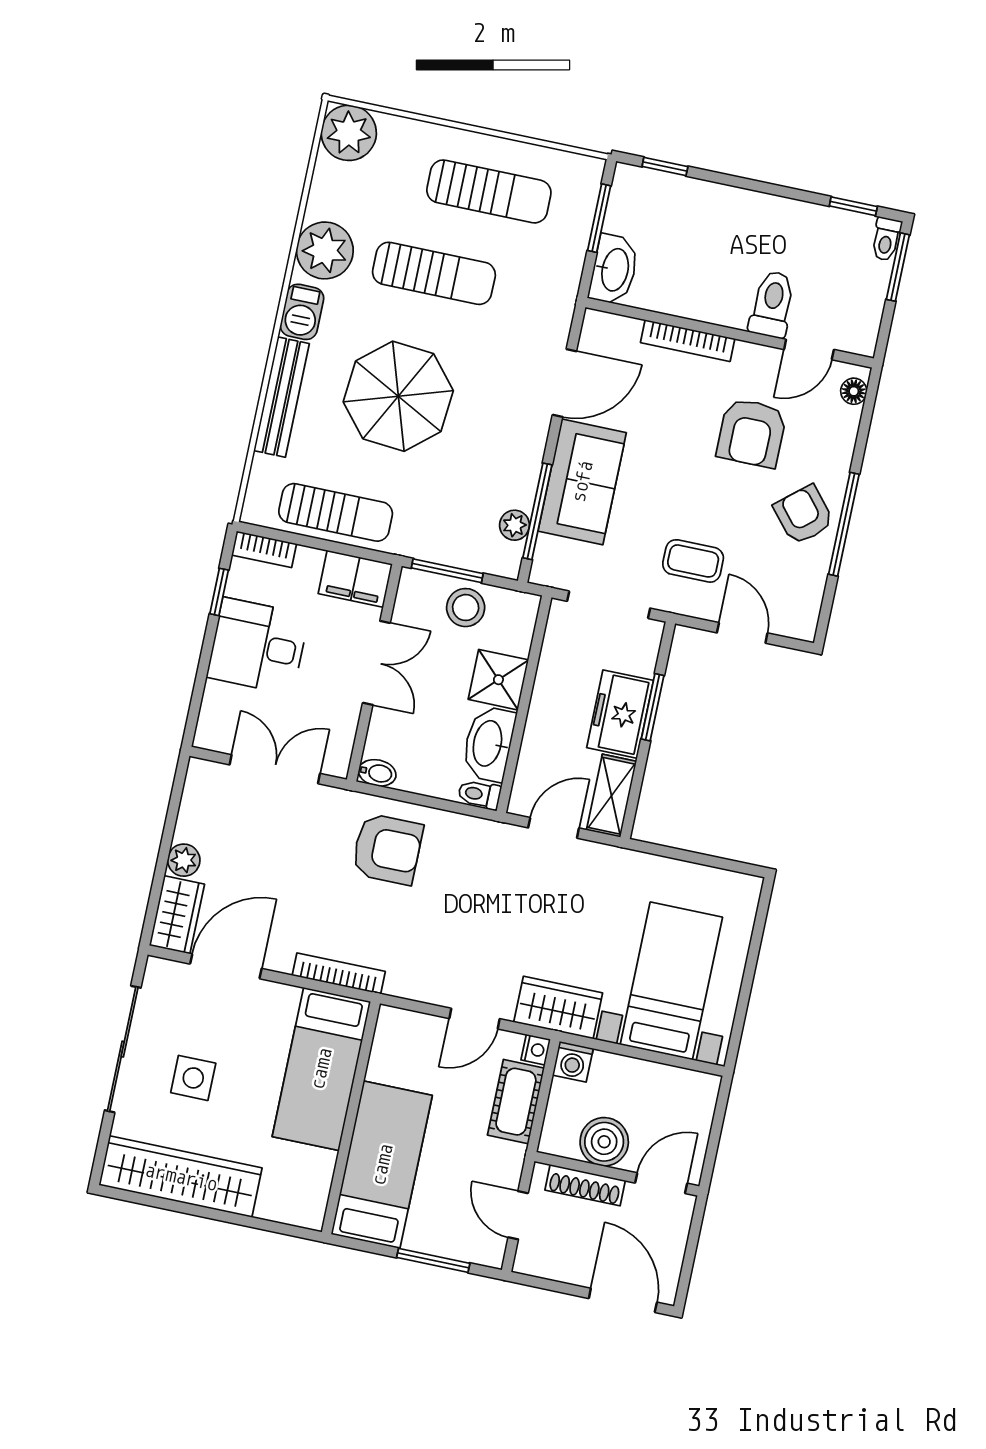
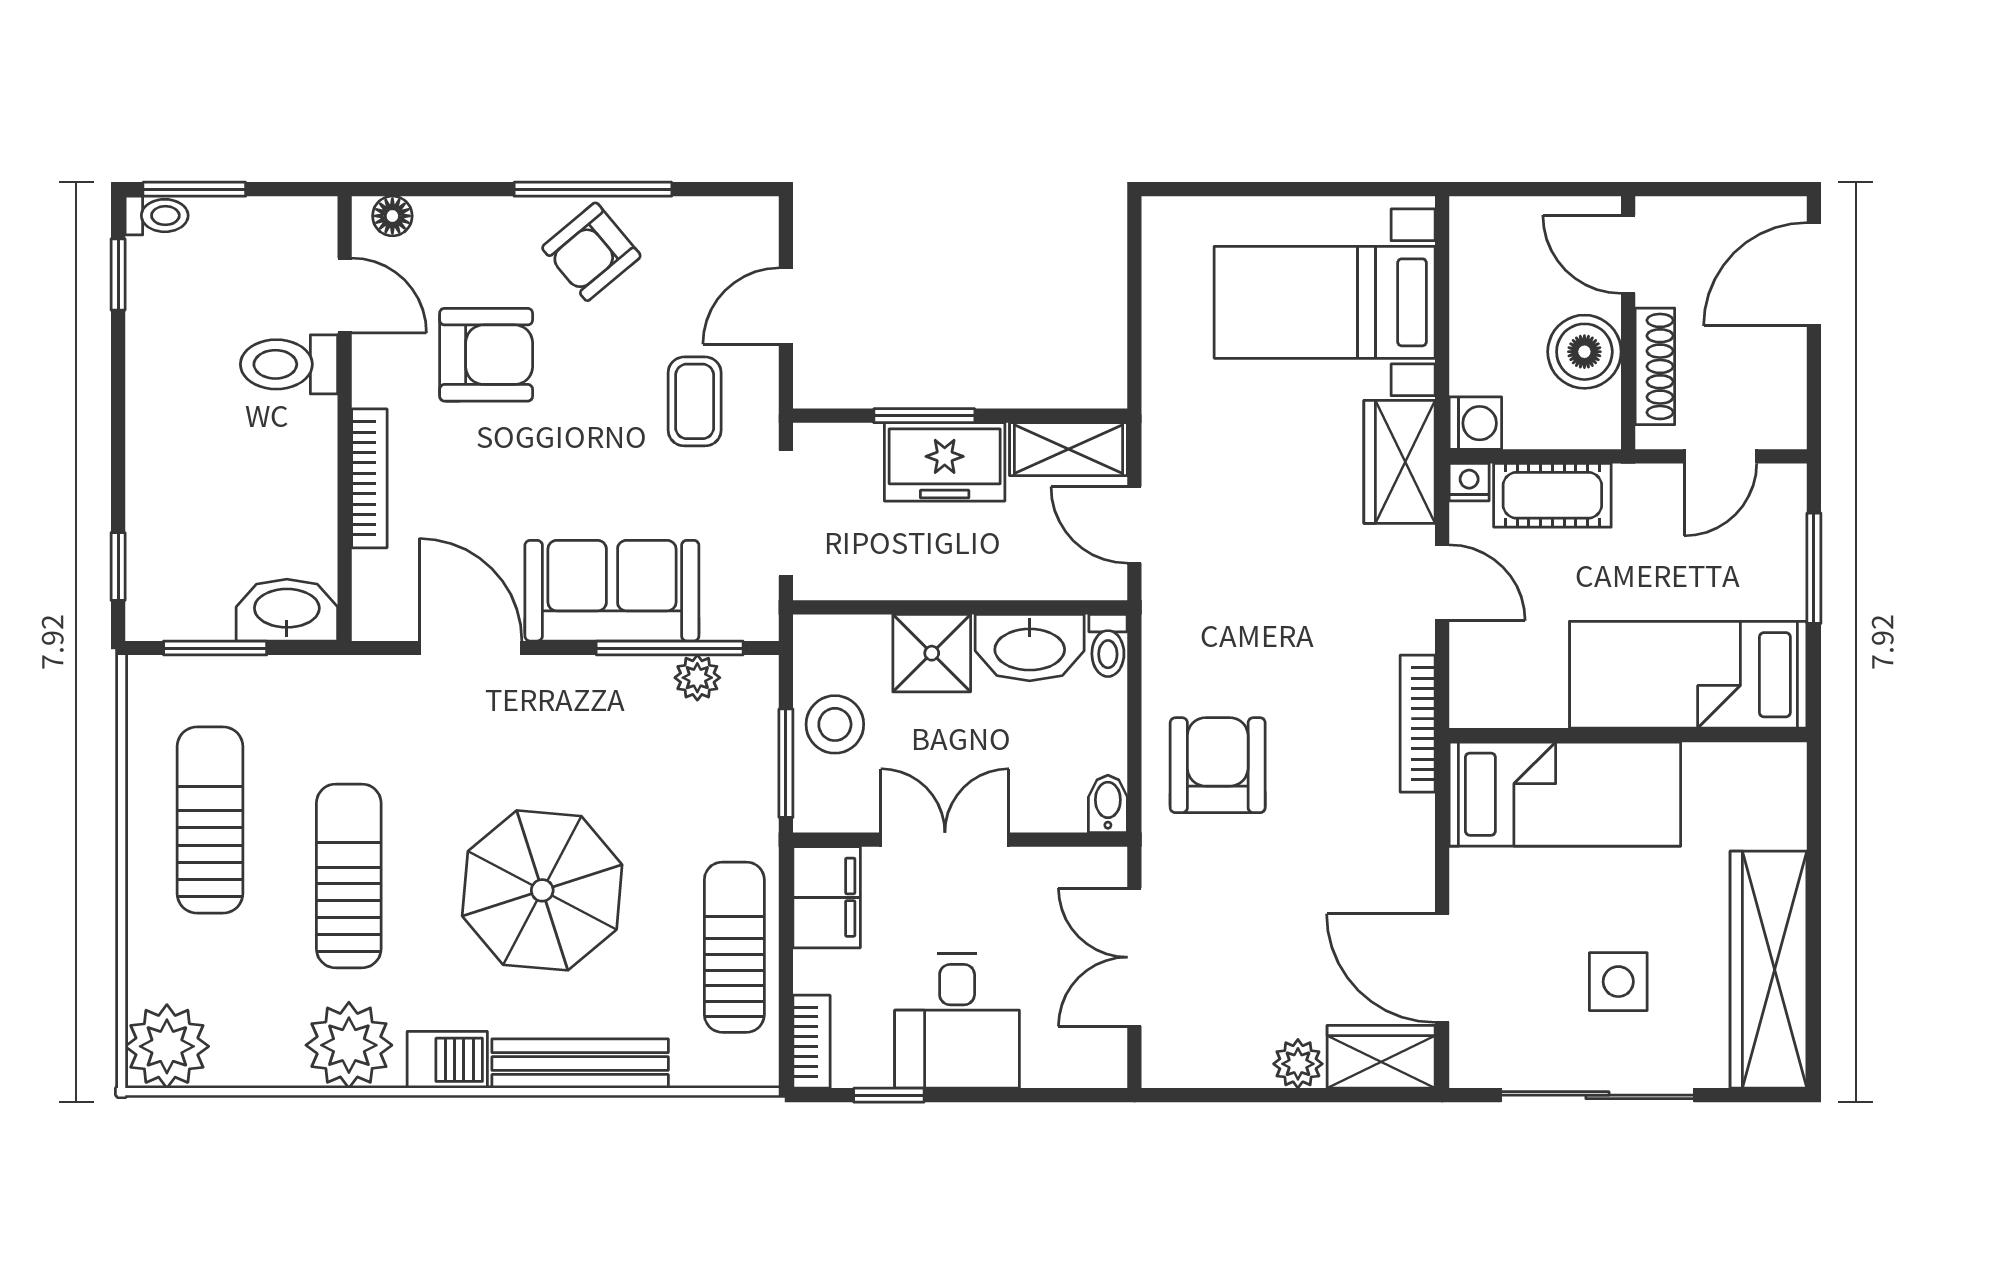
bookcase: (339, 973) -> (1418, 724), moved

